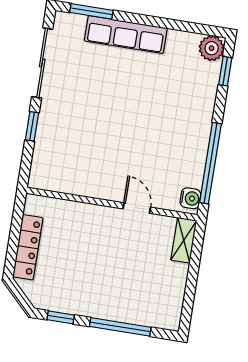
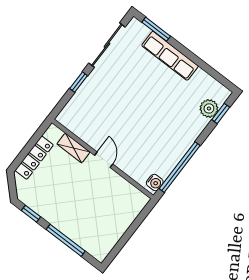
plant: (212, 48) -> (209, 108), moved
door: (137, 208) -> (104, 160), moved
shelving: (184, 240) -> (73, 148), moved, turned 90

